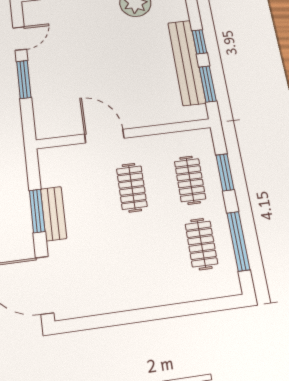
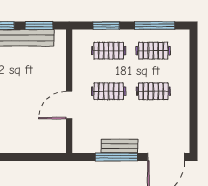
window: (24, 79) -> (19, 157), removed
window: (37, 211) -> (116, 157), width x1.44
clothes rail: (141, 252) -> (153, 91), added

